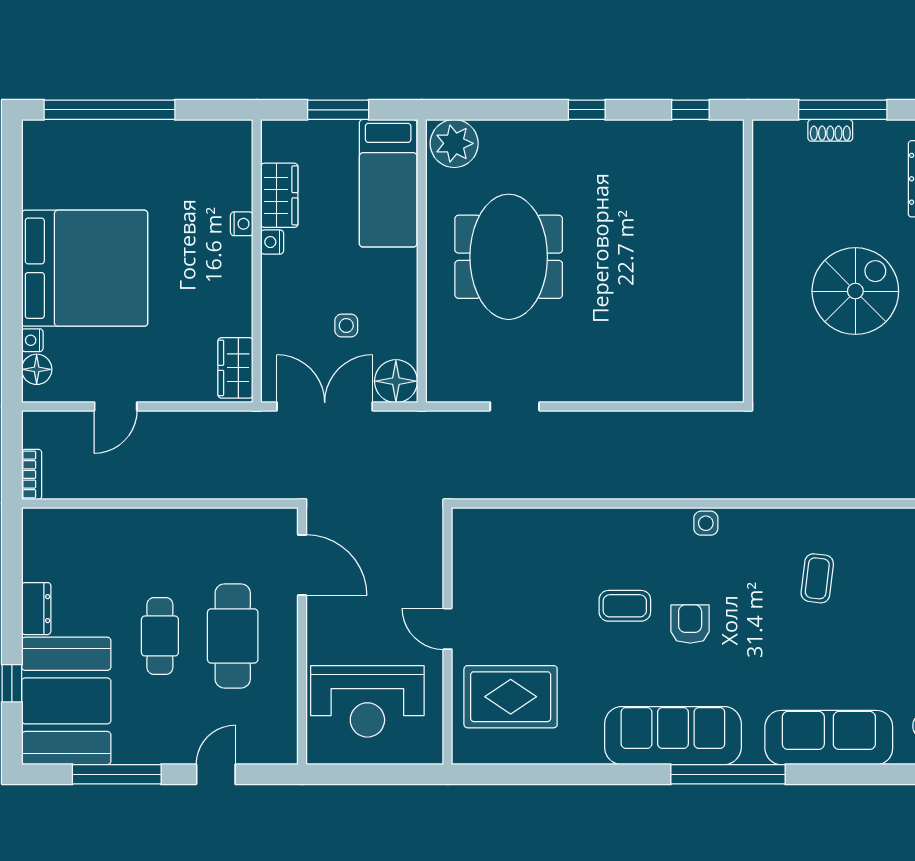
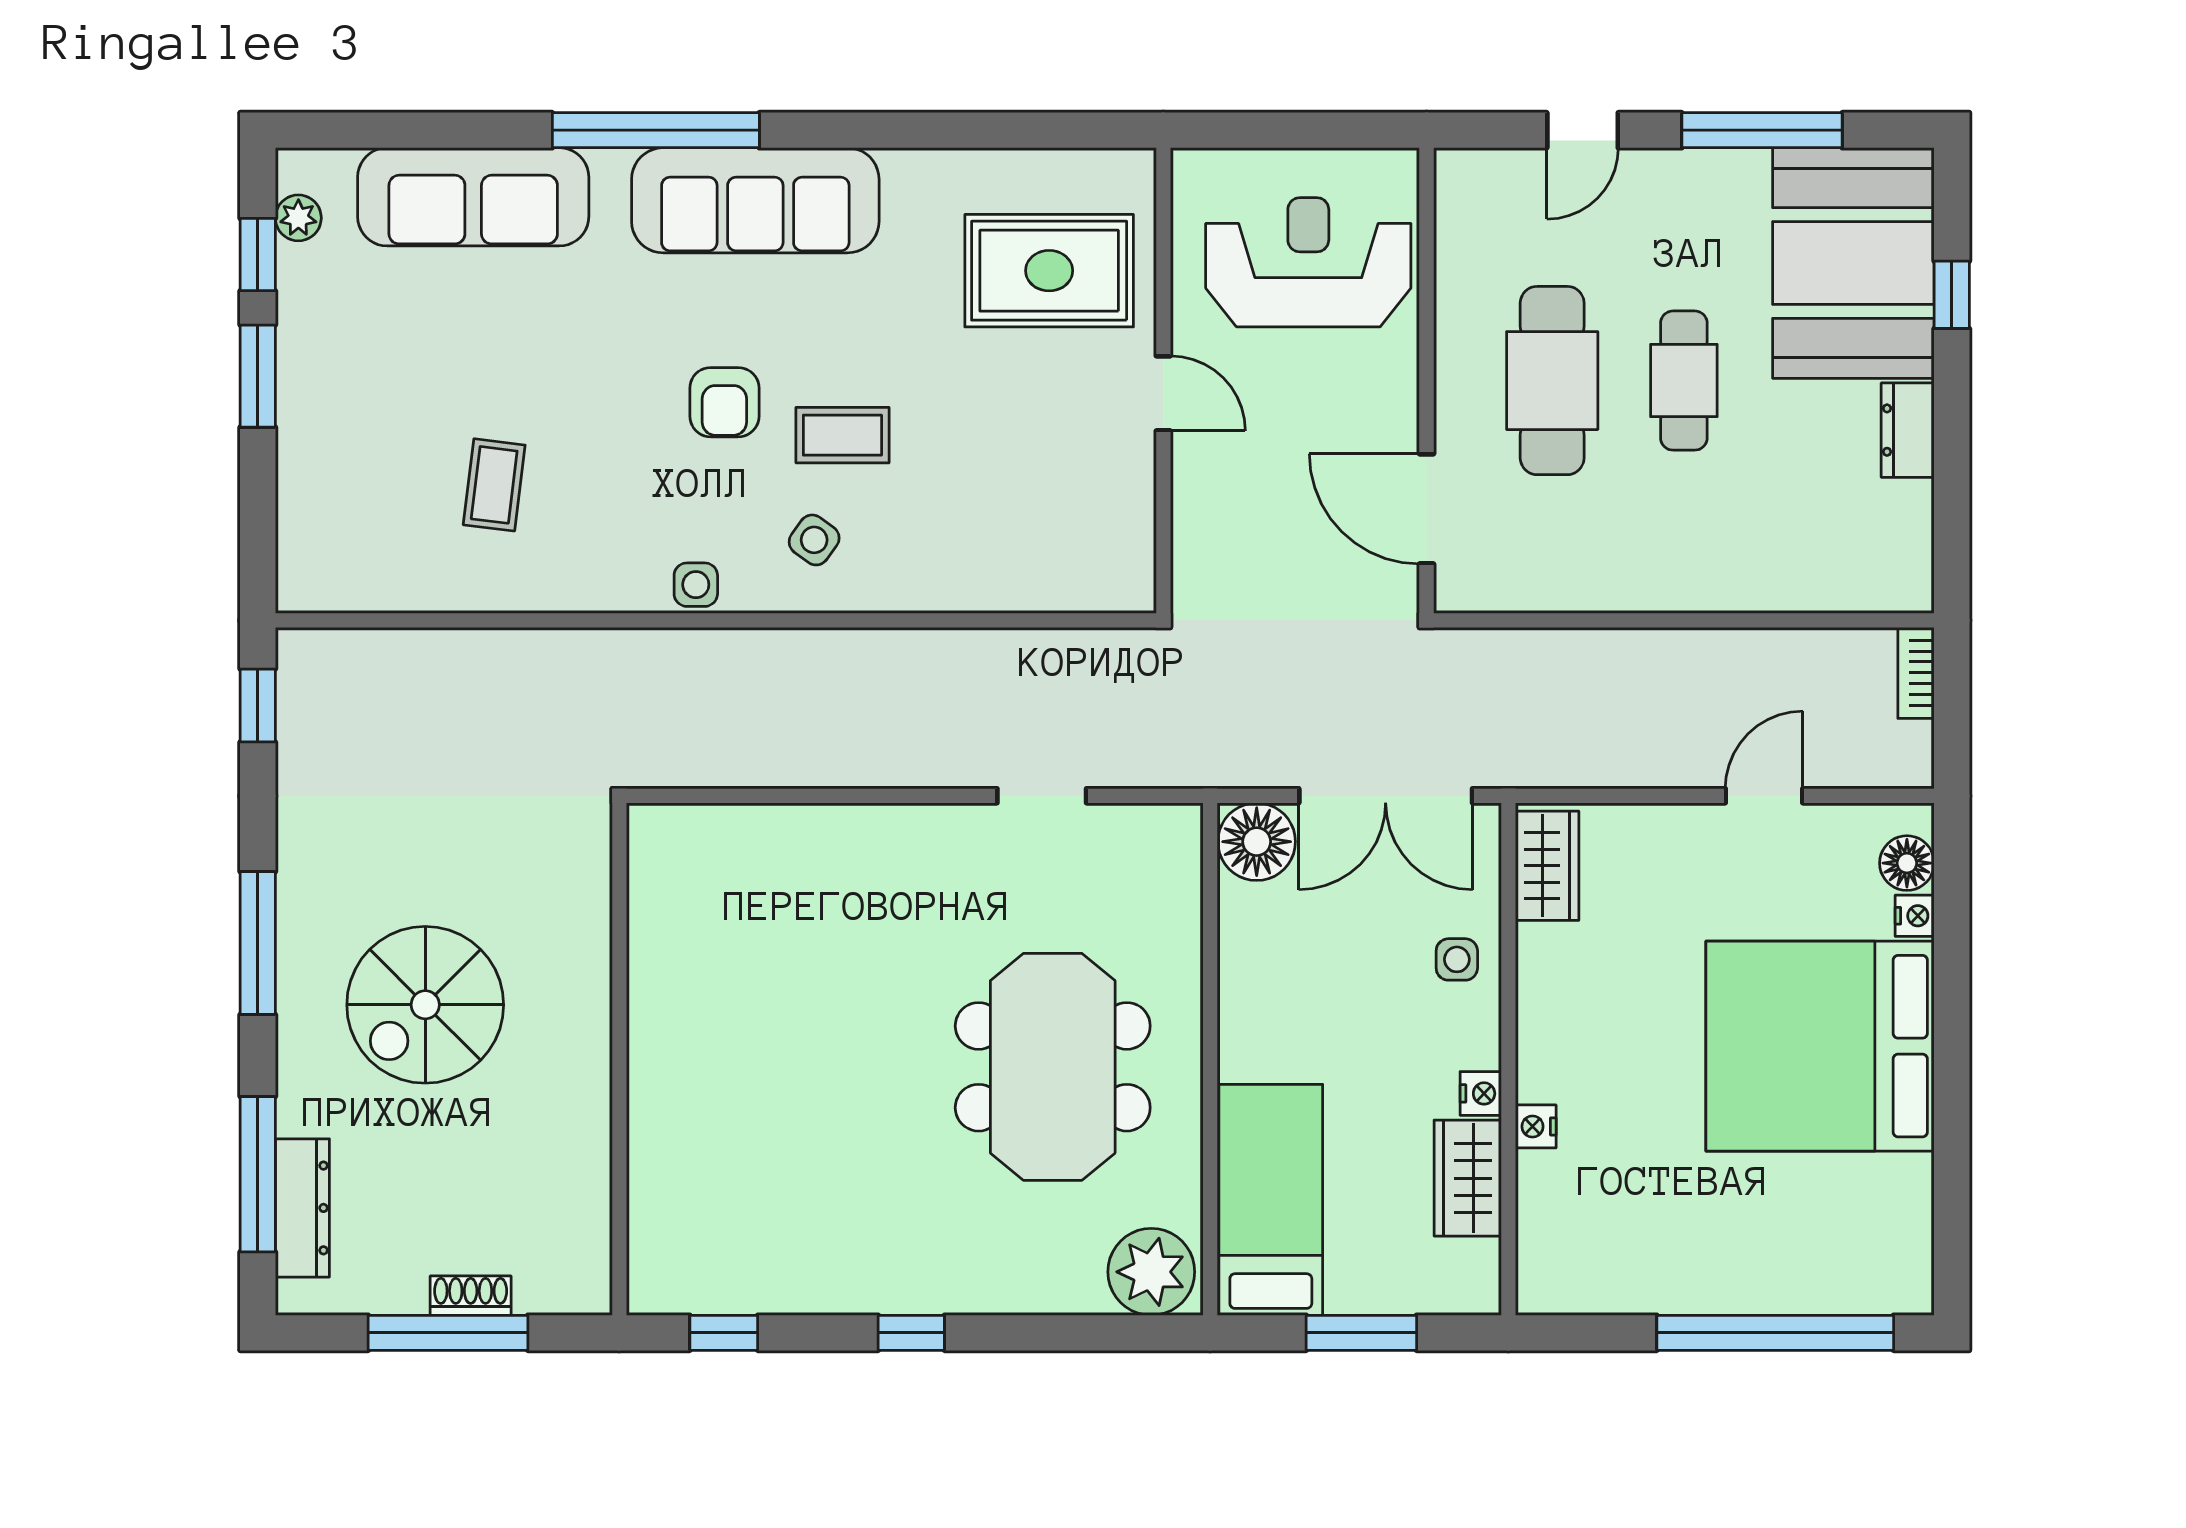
side table: (346, 326) -> (1457, 959), moved
side table: (640, 548) -> (814, 540), added

